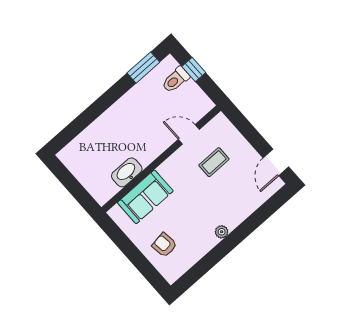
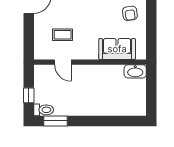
toilet: (176, 80) -> (44, 110), moved
washbasin: (127, 172) -> (135, 71), moved

